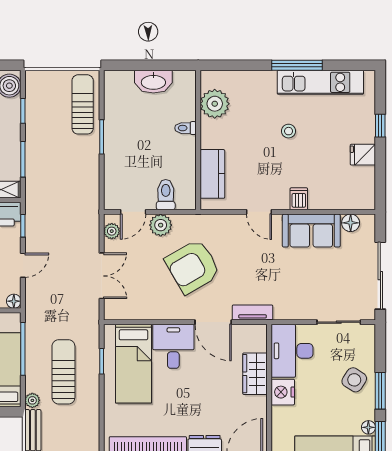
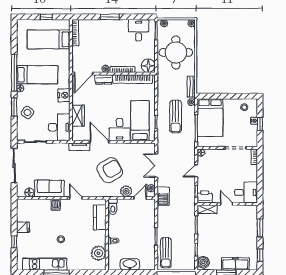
toilet: (166, 195) -> (113, 207), moved
barbecue: (88, 216) -> (163, 196), added
nightstand: (283, 392) -> (64, 95), moved

